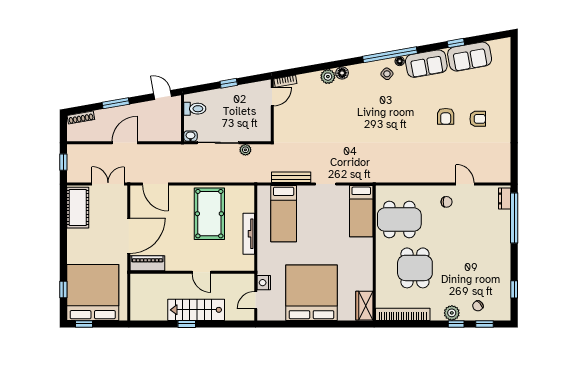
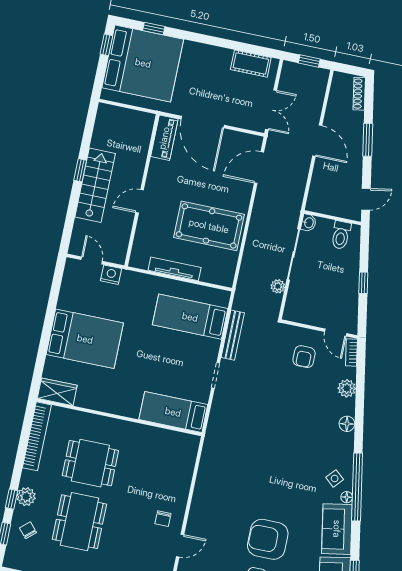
plant: (328, 77) -> (347, 388), moved
armchair: (446, 116) -> (268, 539), width x1.88, depth x1.88
armchair: (296, 118) -> (304, 357), added
cot: (78, 208) -> (251, 64), width x0.73, depth x0.75
dining table: (399, 220) -> (79, 522), moved
bed: (311, 293) -> (85, 339), width x0.73

